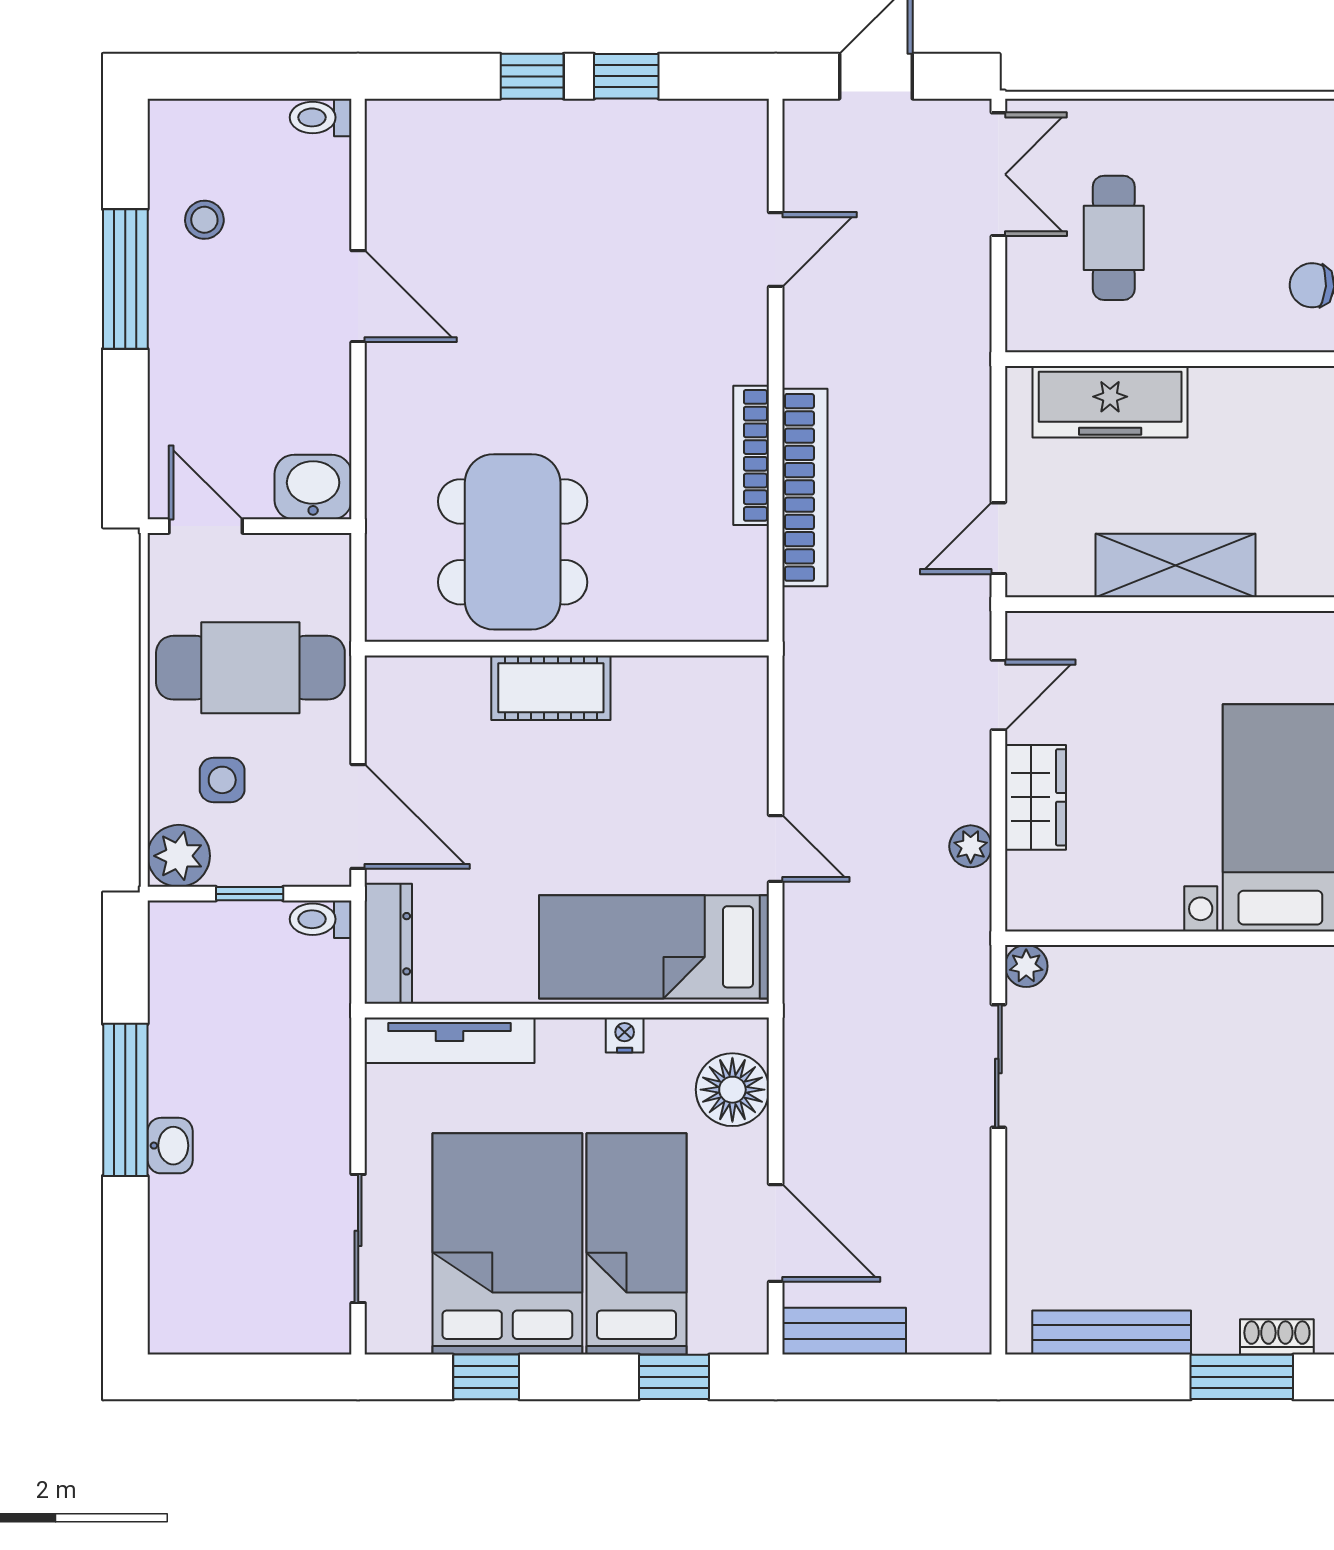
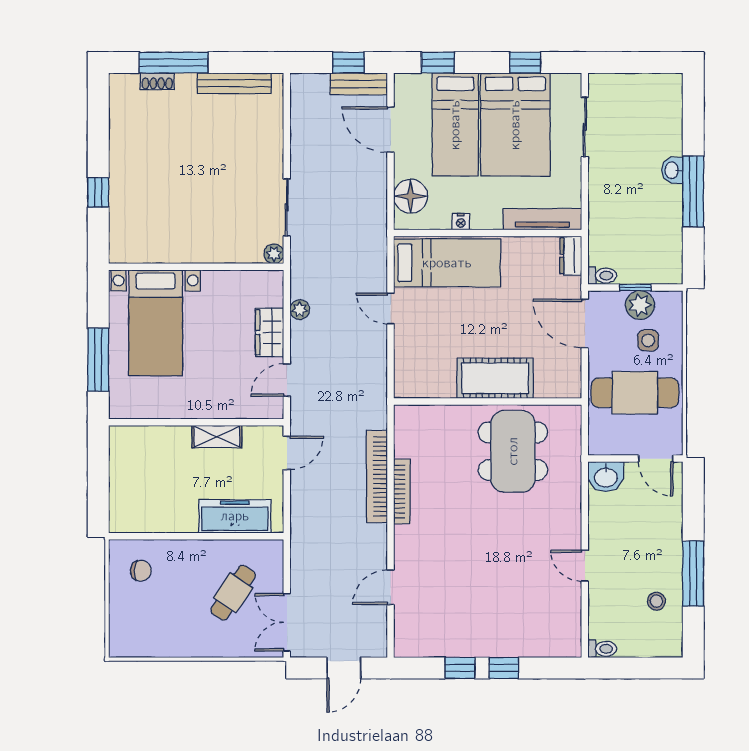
cafe table: (1114, 238) -> (233, 593), turned 34
door: (358, 296) -> (585, 566), width x0.73
shelving: (1175, 565) -> (217, 437), width x0.67, depth x0.75
cot: (551, 688) -> (495, 378), width x1.37, depth x1.34
plant: (179, 856) -> (640, 305), moved
dresser: (388, 944) -> (571, 256), width x0.70
window: (866, 1377) -> (348, 63), added
window: (1242, 1377) -> (174, 63), width x1.44

